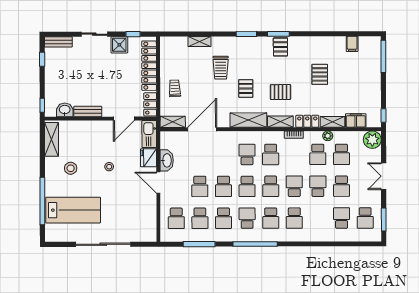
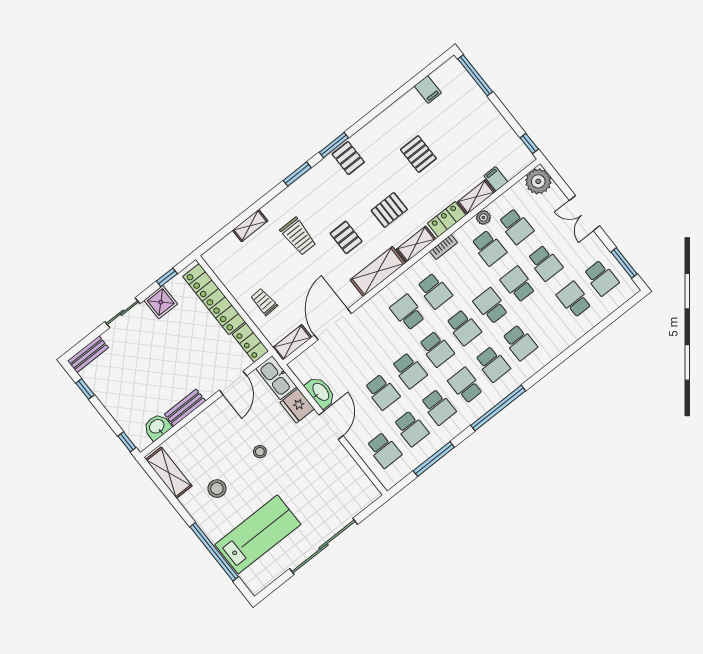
filing cabinet: (356, 120) -> (496, 179), width x0.50
door: (158, 183) -> (331, 425), swing flipped

